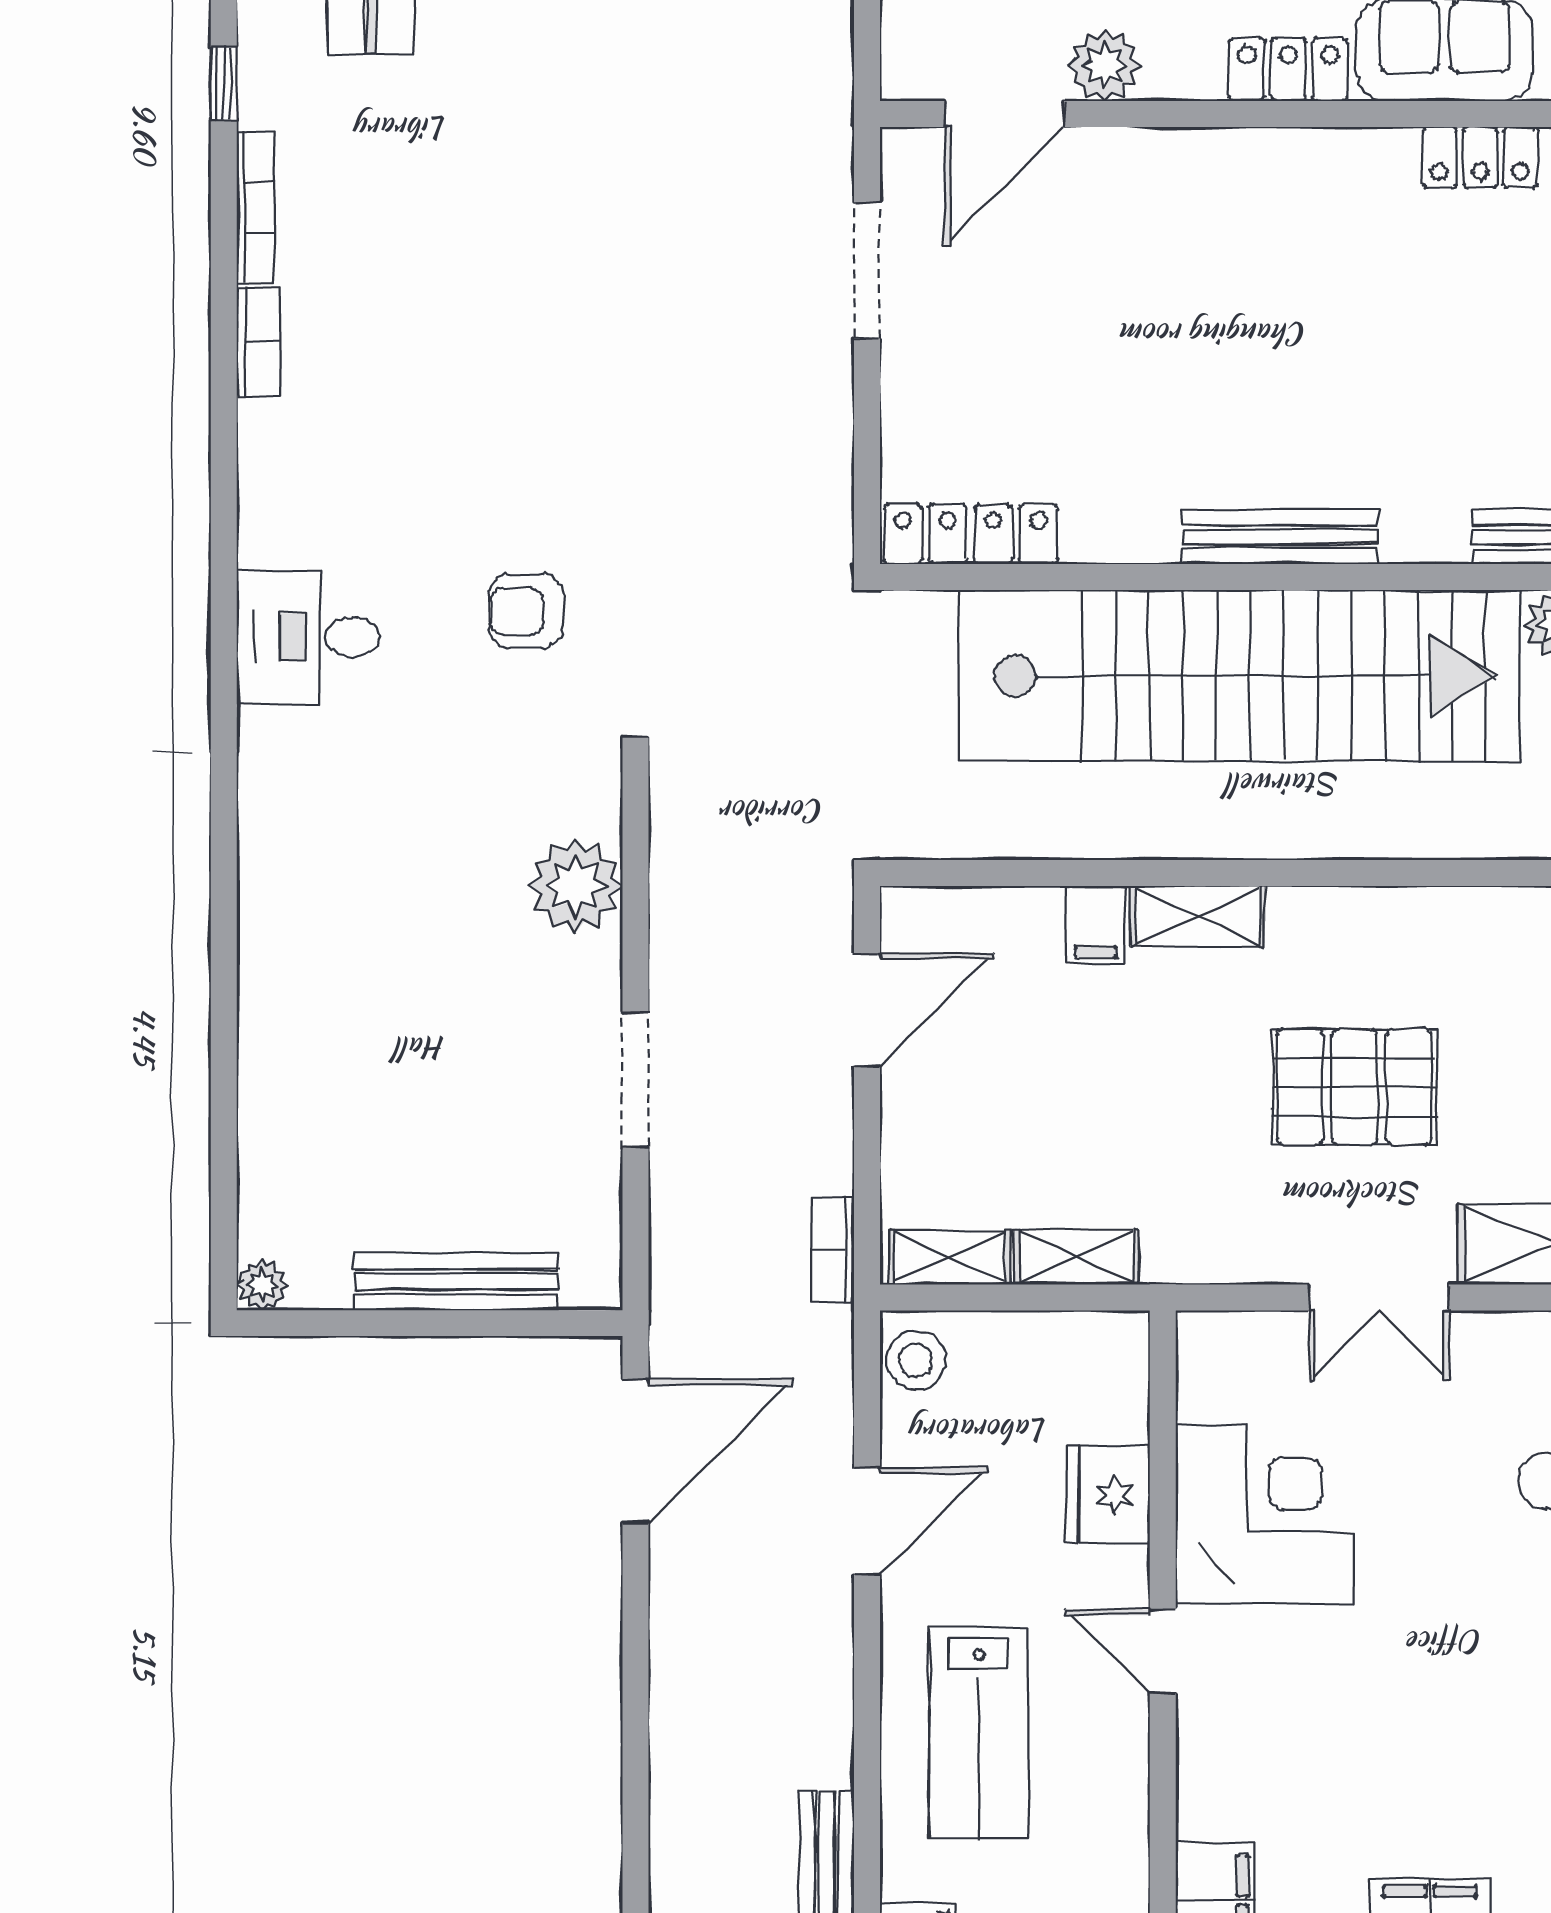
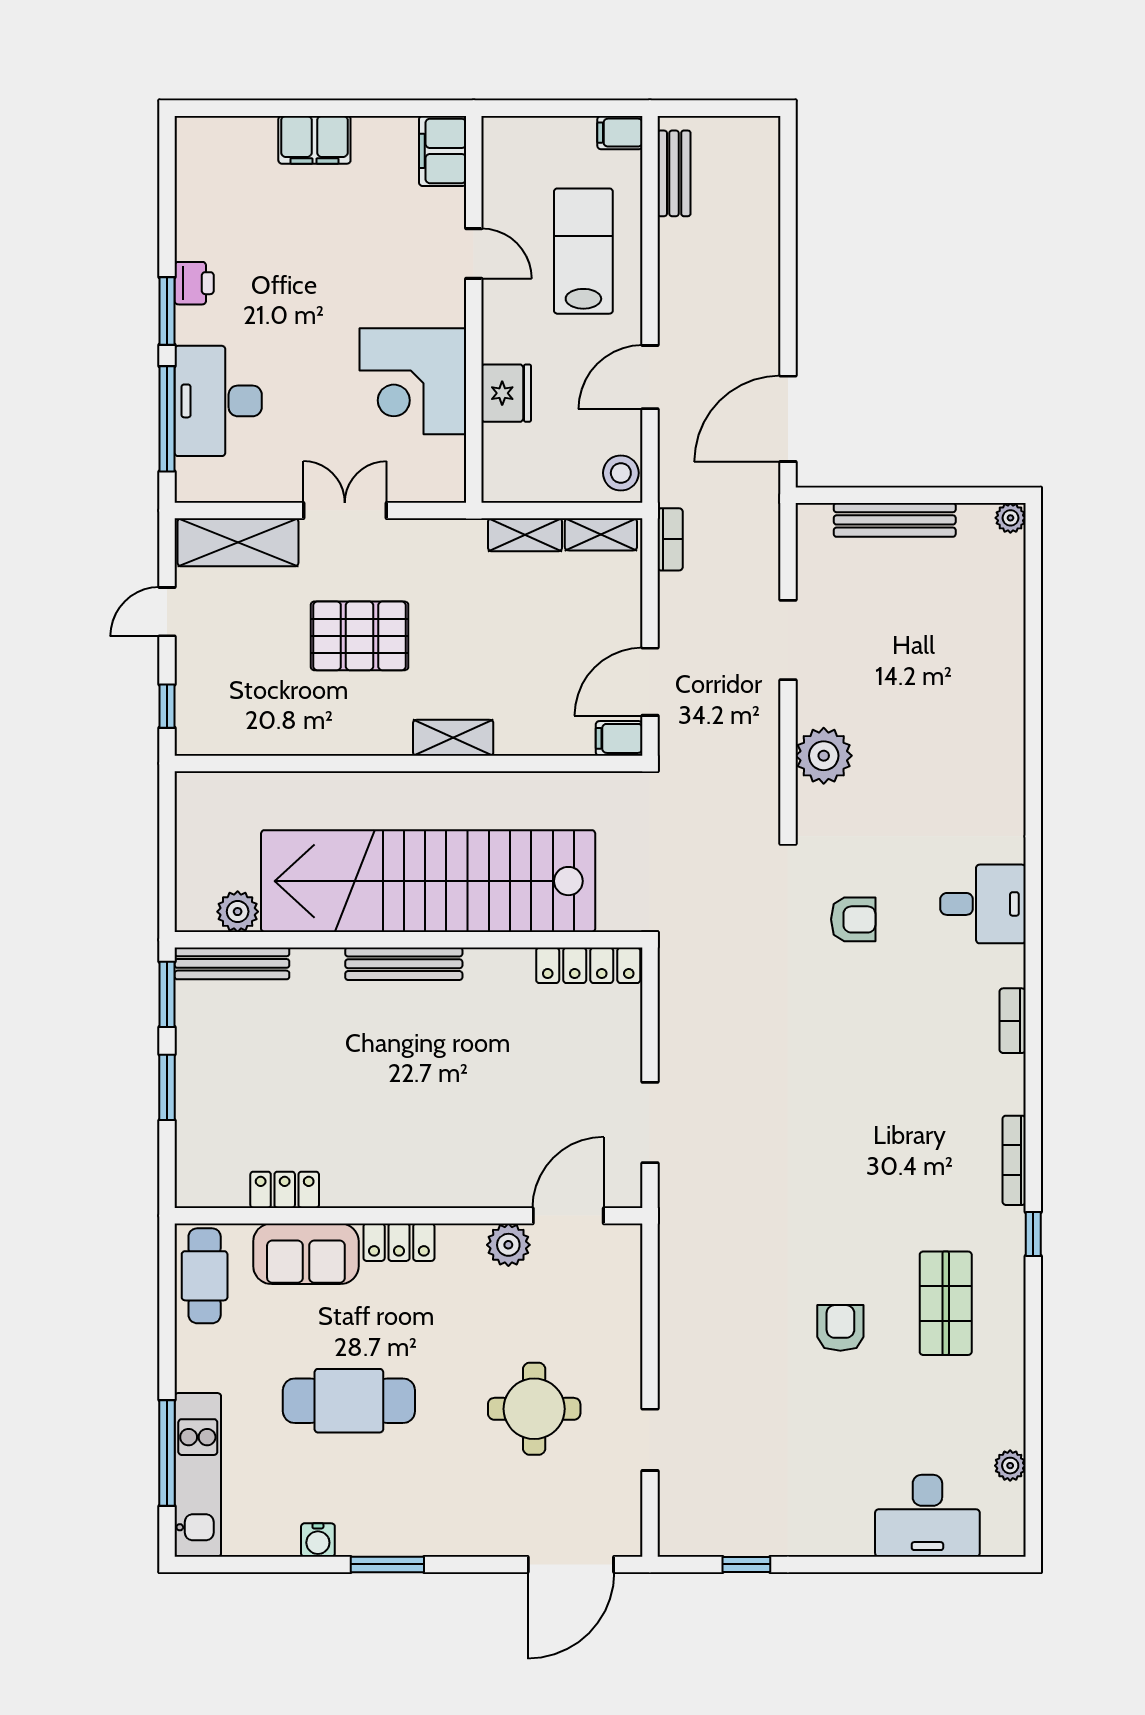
bookcase: (258, 342) -> (1013, 1021), moved
filing cabinet: (1096, 925) -> (619, 738), moved, turned -90
door: (1163, 1651) -> (474, 253), moved

